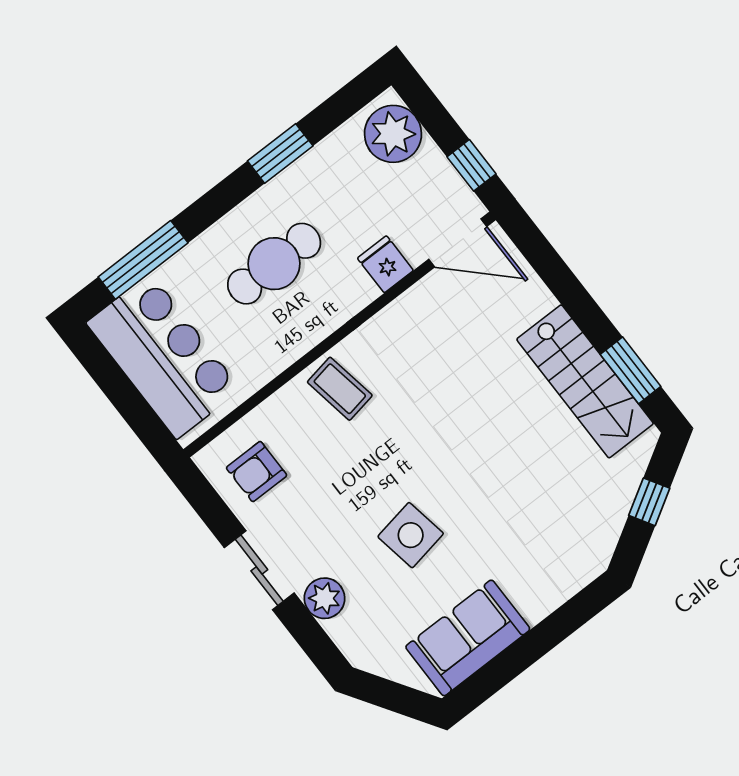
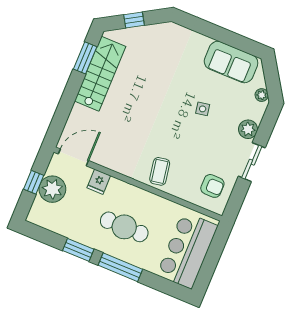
plant: (393, 134) -> (52, 189), moved
window: (471, 165) -> (34, 182), moved
door: (458, 243) -> (73, 157), hinge flipped
window: (143, 260) -> (120, 267), moved
side table: (411, 535) -> (203, 109), width x0.54, depth x0.54
plant: (374, 660) -> (262, 95), added

